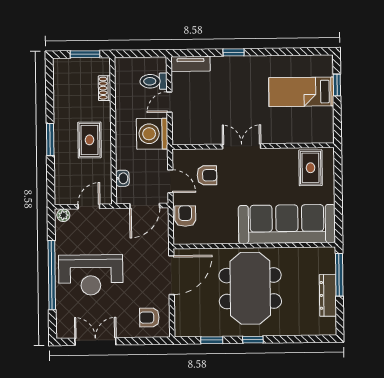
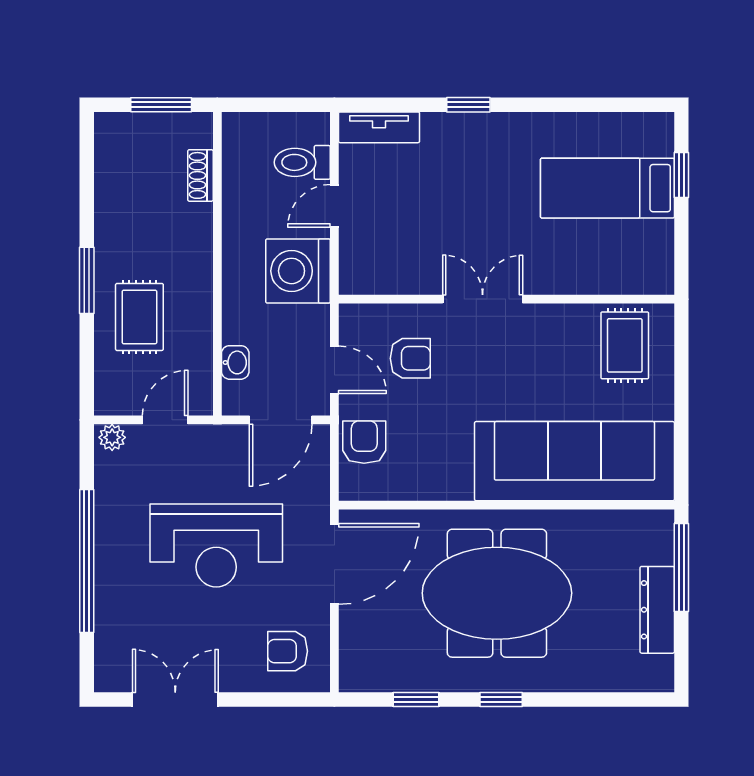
rug: (90, 140) -> (139, 317), moved
reception desk: (91, 275) -> (216, 545), moved
meeting table: (250, 288) -> (497, 593), turned 90

